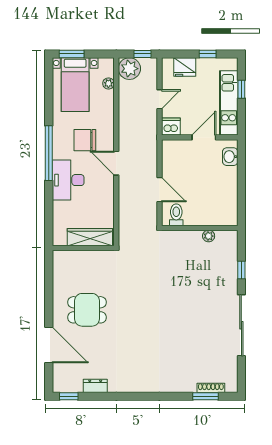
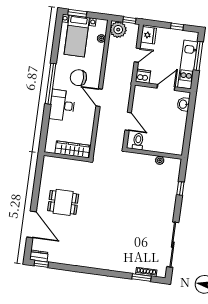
fridge: (185, 67) -> (148, 35), moved, turned -90
window: (241, 89) -> (198, 56), width x2.17
sliding door: (241, 325) -> (173, 245), moved
dresser: (95, 386) -> (39, 256), moved

